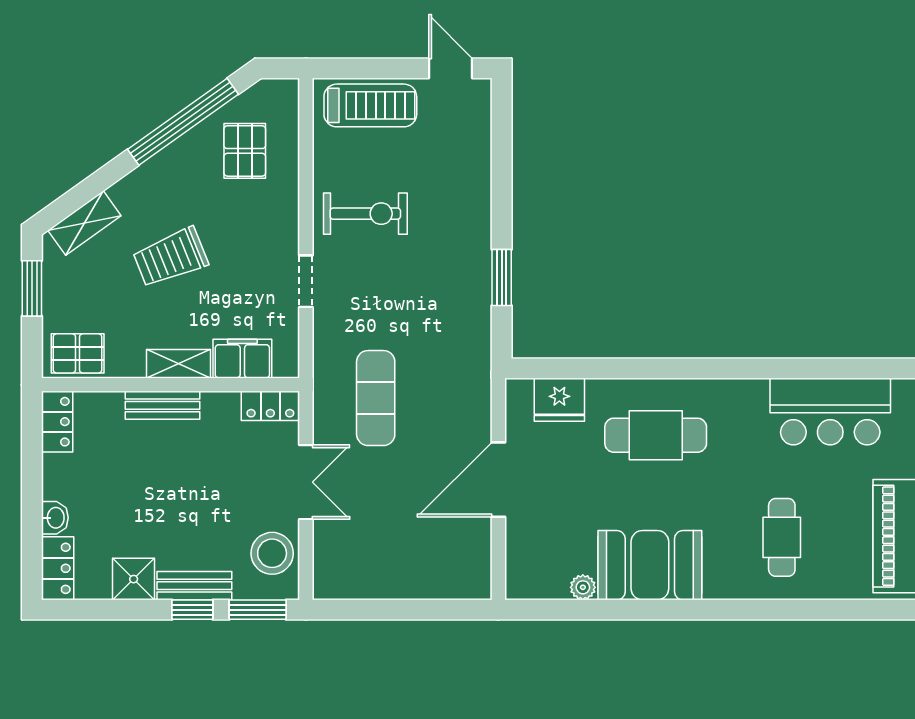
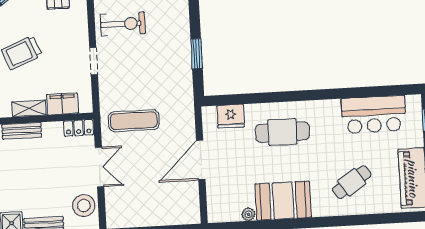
exercise mat: (376, 398) -> (134, 121), turned 90
cafe table: (782, 537) -> (352, 182), turned 56

